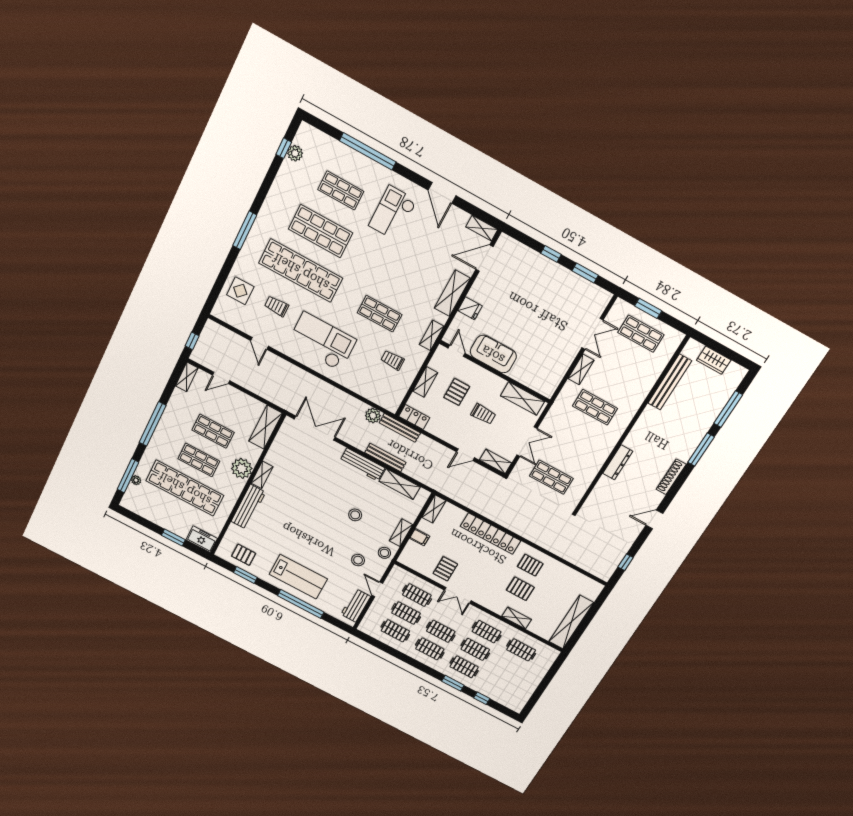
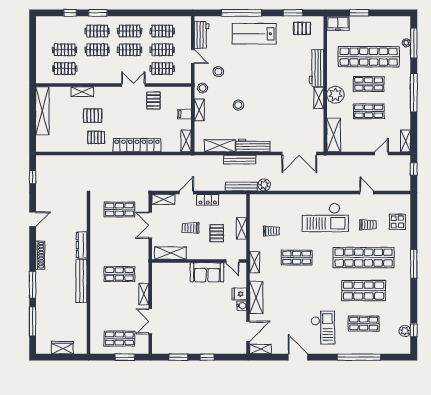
water cooler: (475, 293) -> (242, 306), added
bench: (670, 382) -> (81, 281), moved
locker: (414, 417) -> (208, 200), moved
clothes rail: (487, 632) -> (65, 50), moved

